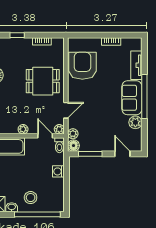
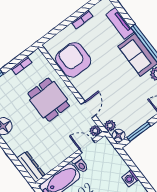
dining table: (43, 81) -> (49, 100), turned 90
plant: (23, 129) -> (63, 155), removed
toilet: (59, 145) -> (80, 164), moved
washing machine: (58, 171) -> (130, 178), moved

